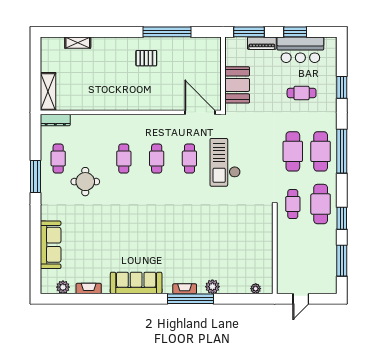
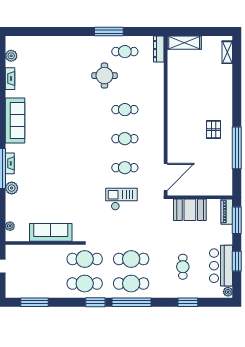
plant: (330, 42) -> (228, 292), added
shelving: (78, 43) -> (227, 52), moved
piano: (262, 43) -> (227, 212), moved
checkout: (225, 162) -> (122, 199), width x0.73, depth x0.83
cafe table: (293, 204) -> (85, 259), width x1.37, depth x1.35
window: (342, 218) -> (95, 302), moved
sofa: (51, 245) -> (51, 232), moved, turned 180

